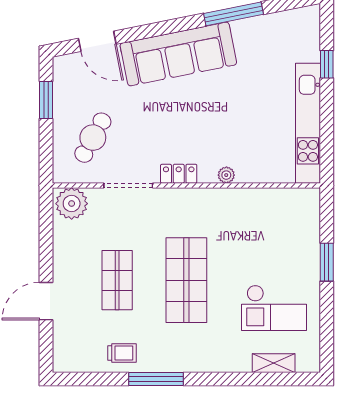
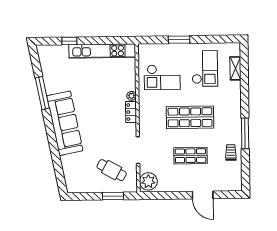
door: (97, 41) -> (58, 168), removed
window: (46, 100) -> (113, 196), moved
locker: (179, 174) -> (131, 112), moved
checkout: (259, 231) -> (162, 77), added

